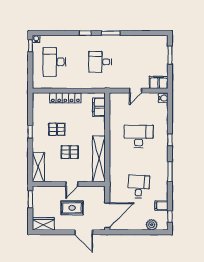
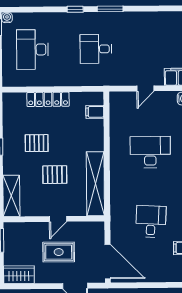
filing cabinet: (99, 107) -> (95, 112), width x0.50
door: (107, 215) -> (108, 262), hinge flipped
plant: (152, 225) -> (169, 274), removed

